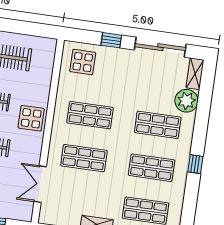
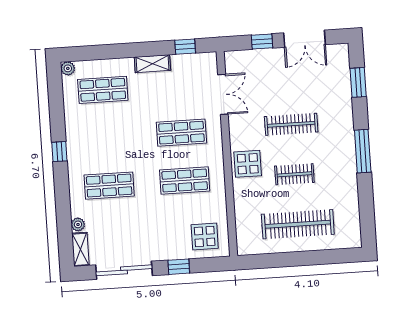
plant: (186, 101) -> (78, 224), width x0.53, depth x0.53
shop shelf: (152, 168) -> (106, 138), removed

